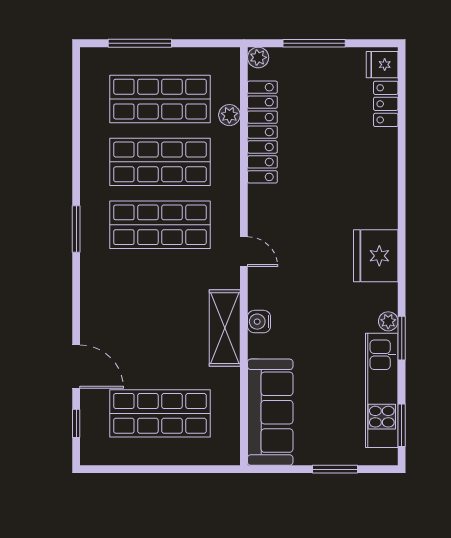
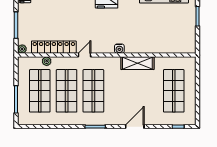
door: (244, 252) -> (84, 55), moved
water cooler: (259, 322) -> (119, 49), moved
door: (76, 367) -> (135, 127), moved
sofa: (270, 412) -> (173, 44), removed

